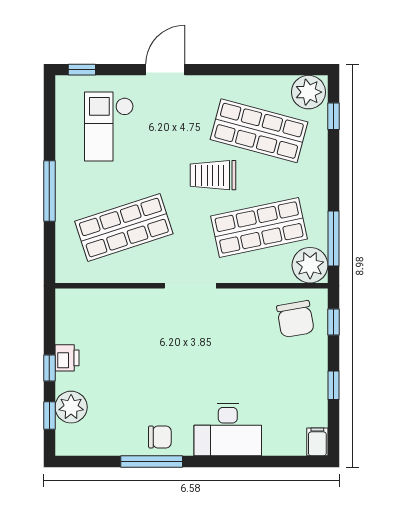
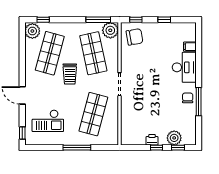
shop shelf: (124, 228) -> (93, 114), turned 33
filing cabinet: (317, 442) -> (190, 47), moved

